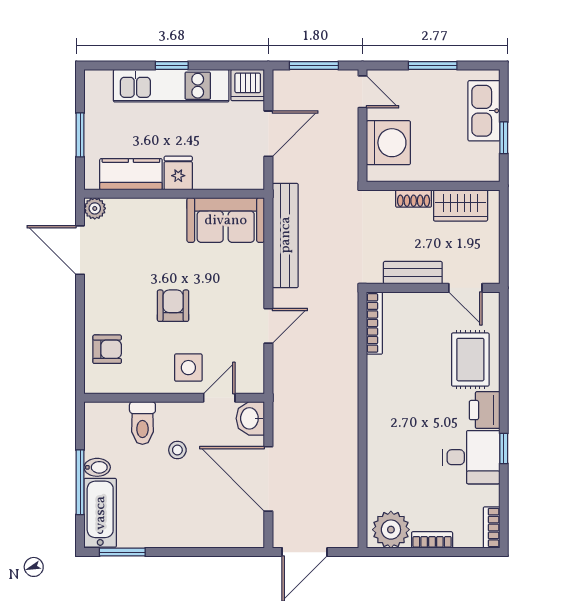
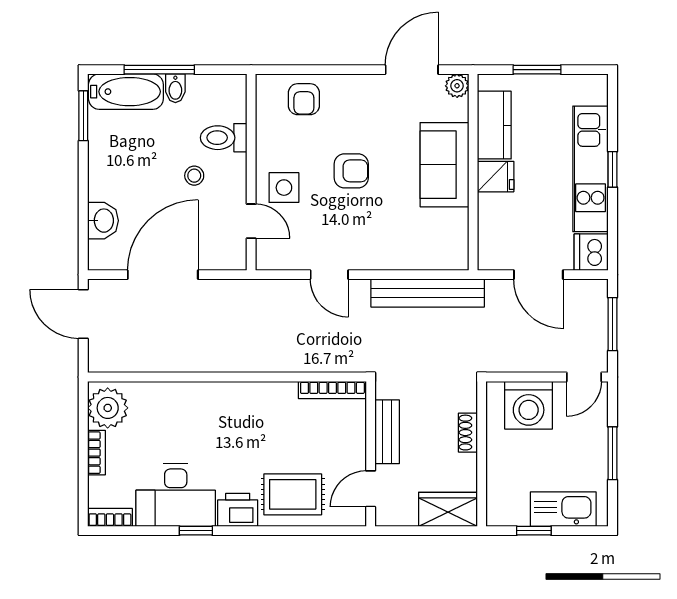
wardrobe: (461, 205) -> (448, 509), moved, turned 90
sofa: (226, 220) -> (444, 165), moved
washbasin: (250, 418) -> (103, 221), moved, turned 90
desk: (471, 457) -> (176, 495), width x1.37

